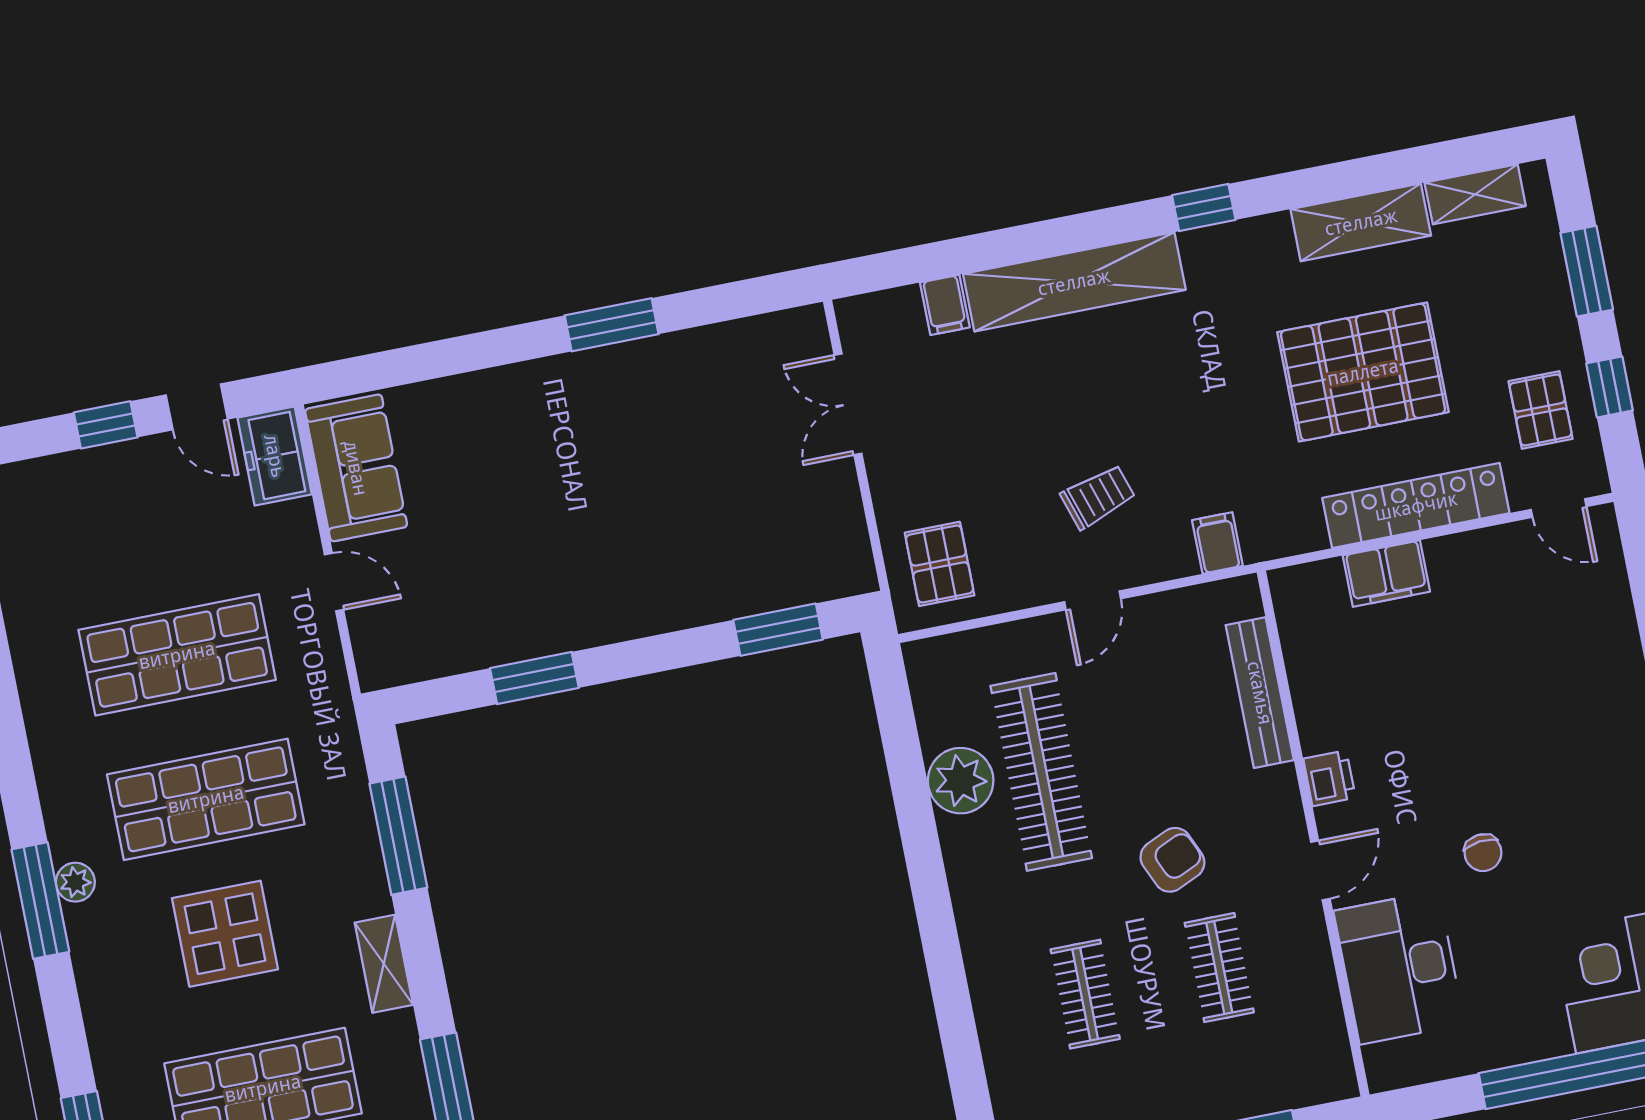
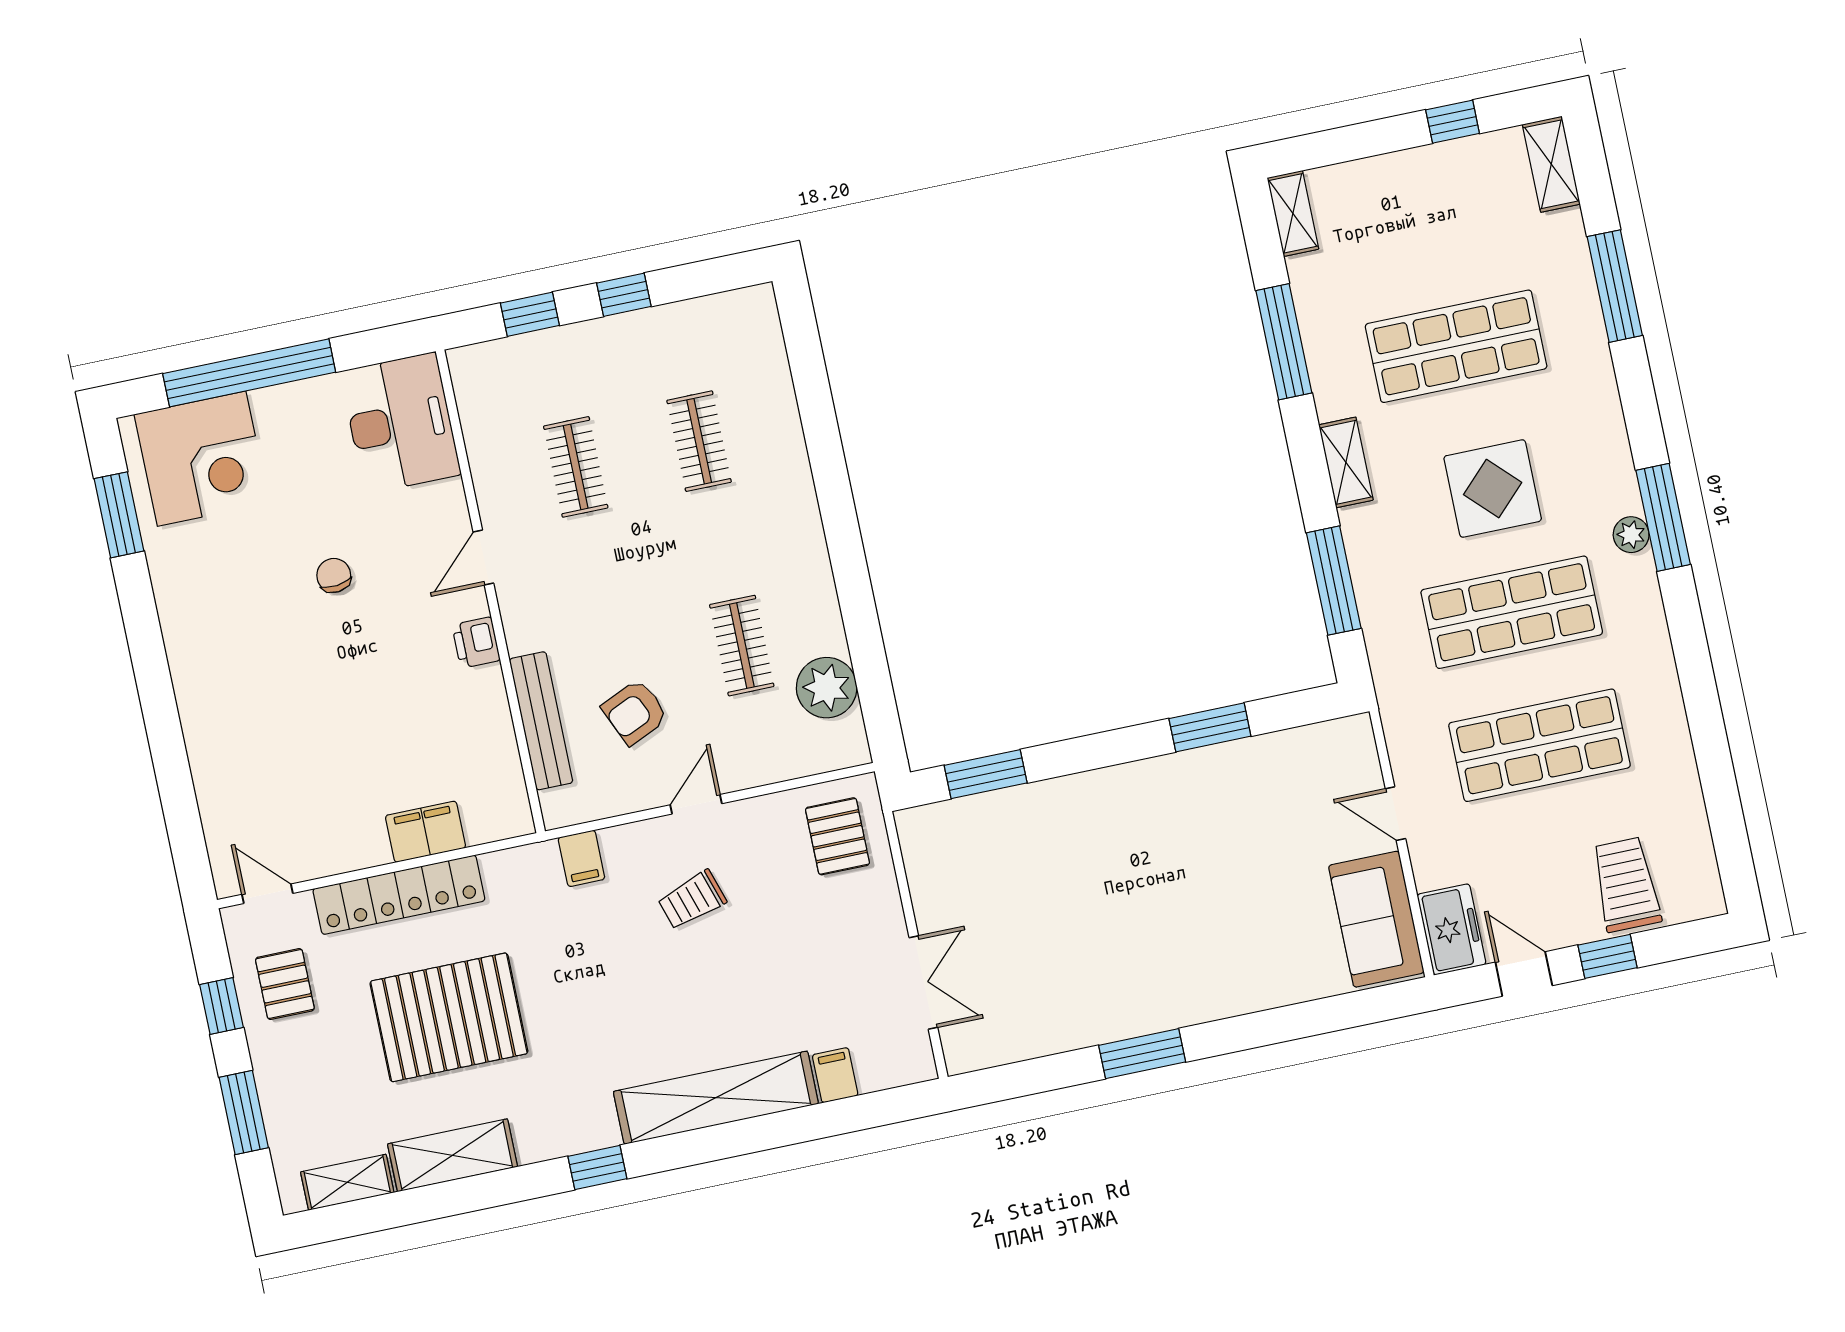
trolley: (85, 503) -> (1626, 885), added
clothes rail: (1041, 772) -> (742, 646), width x0.54, depth x0.76
plant: (961, 781) -> (827, 688), moved
armchair: (1172, 860) -> (635, 712), moved
desk: (1399, 968) -> (400, 423), moved

